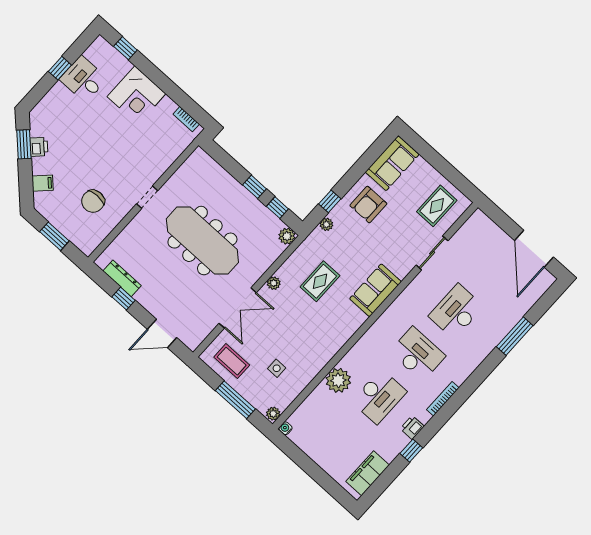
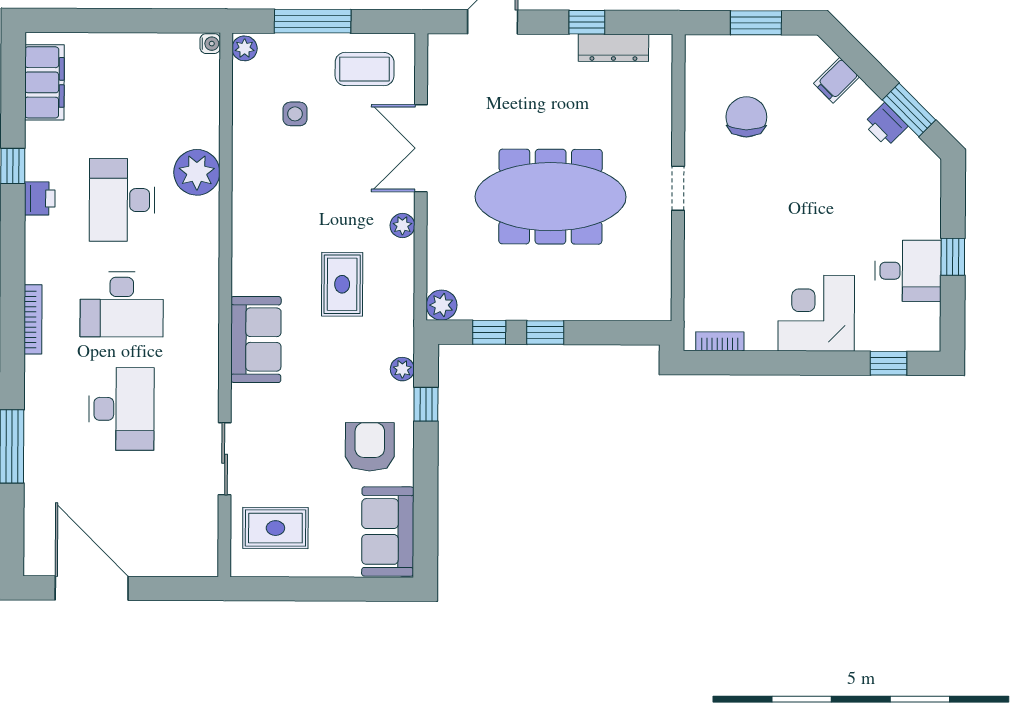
rug: (437, 206) -> (275, 528), turned 90
bookcase: (443, 399) -> (33, 319), moved

